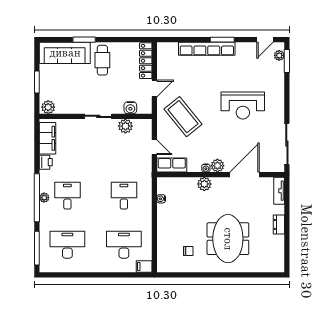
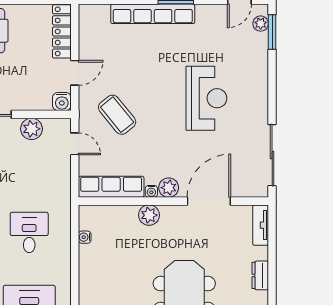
reception desk: (243, 106) -> (206, 98), turned -90
water cooler: (130, 108) -> (62, 102), moved
coffee table: (183, 117) -> (117, 115), width x0.73, depth x0.76
door: (154, 147) -> (75, 144), moved
row of seats: (172, 165) -> (111, 187), width x1.48

